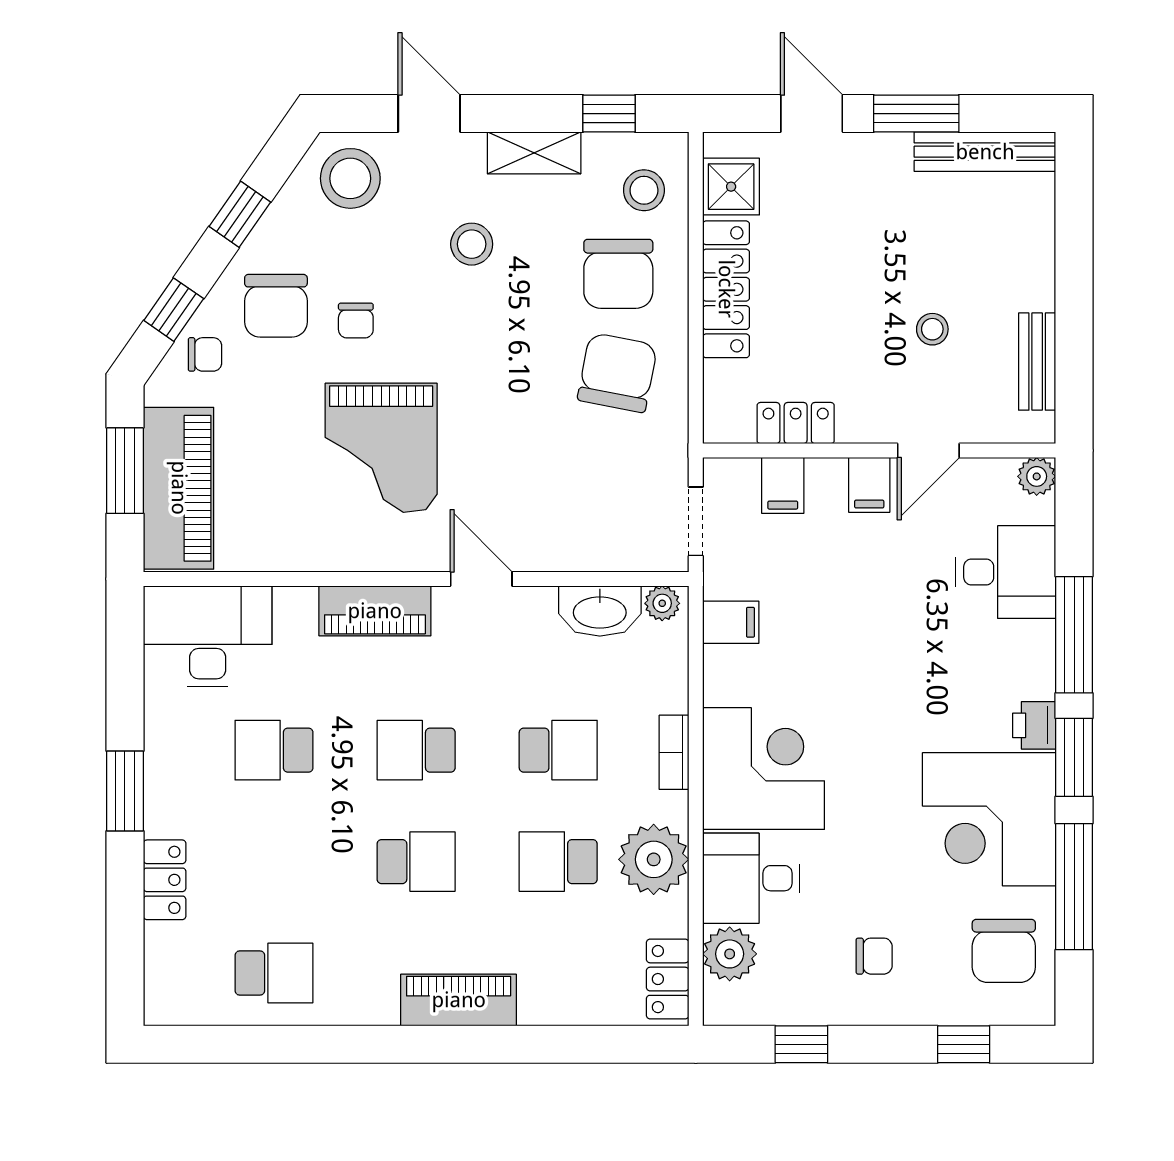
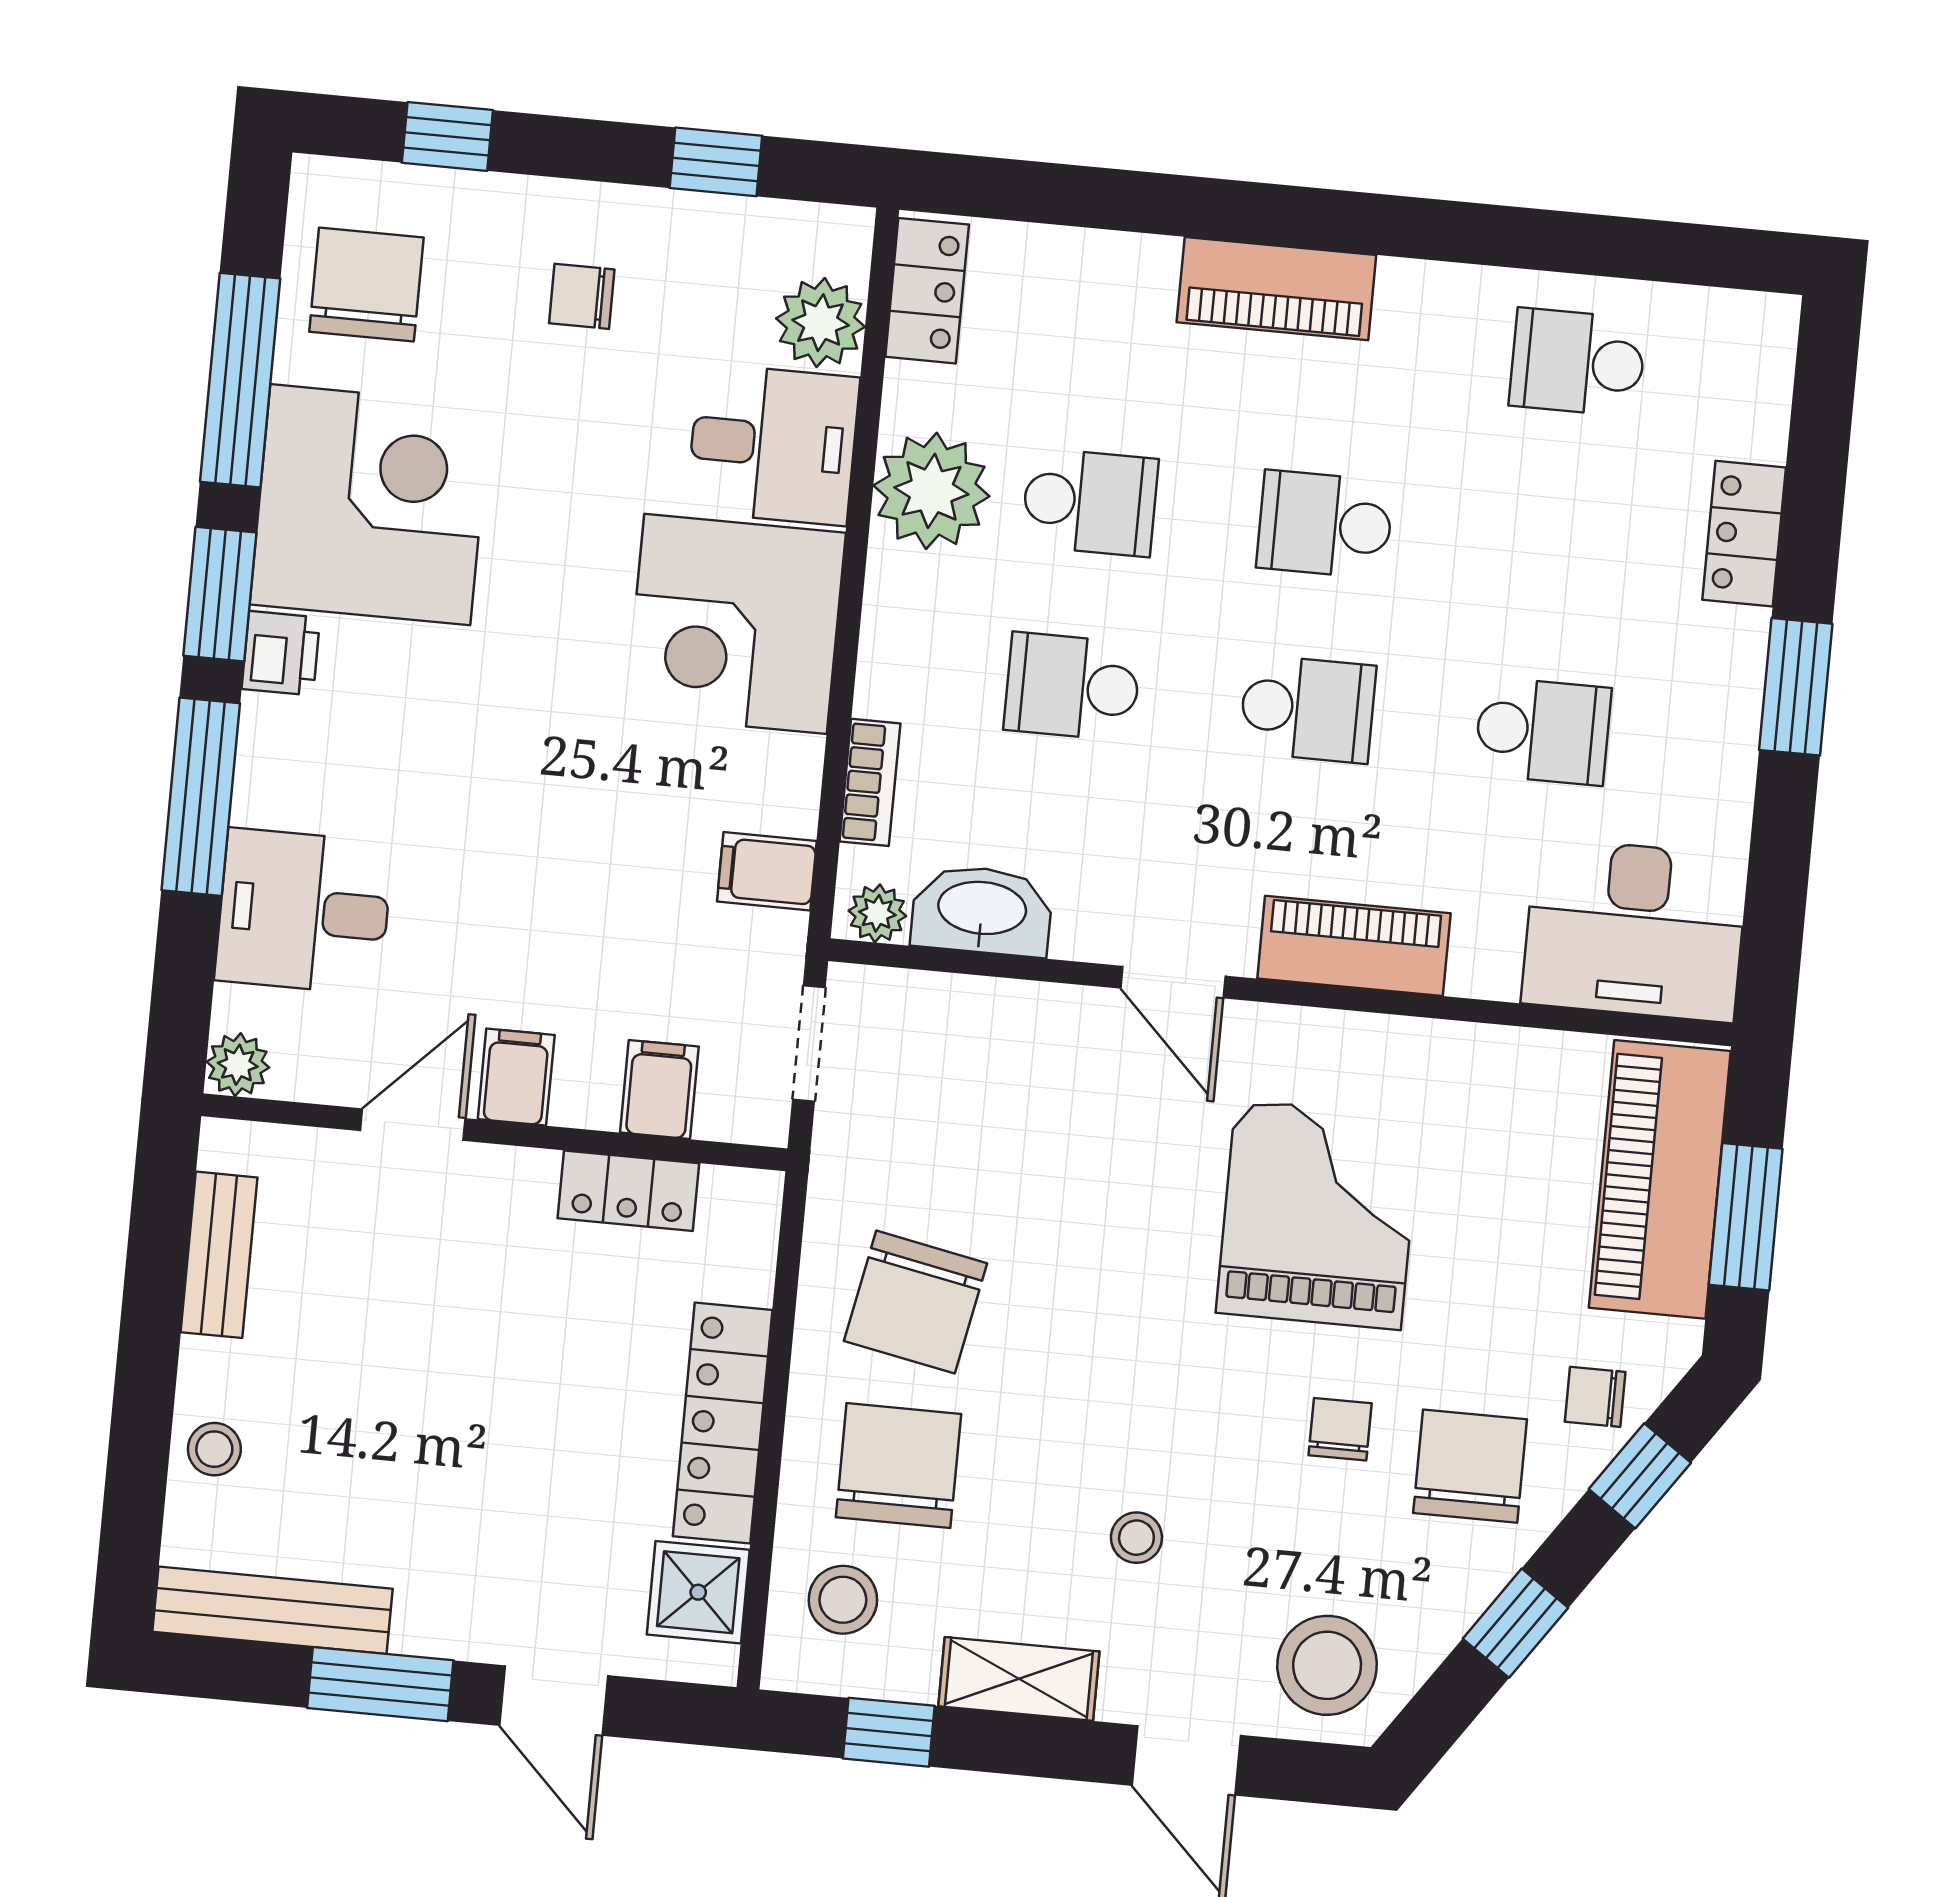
stool: (472, 244) -> (1136, 1538), width x0.73, depth x0.73
stool: (932, 329) -> (214, 1449), moved
bookcase: (674, 752) -> (870, 782), moved

